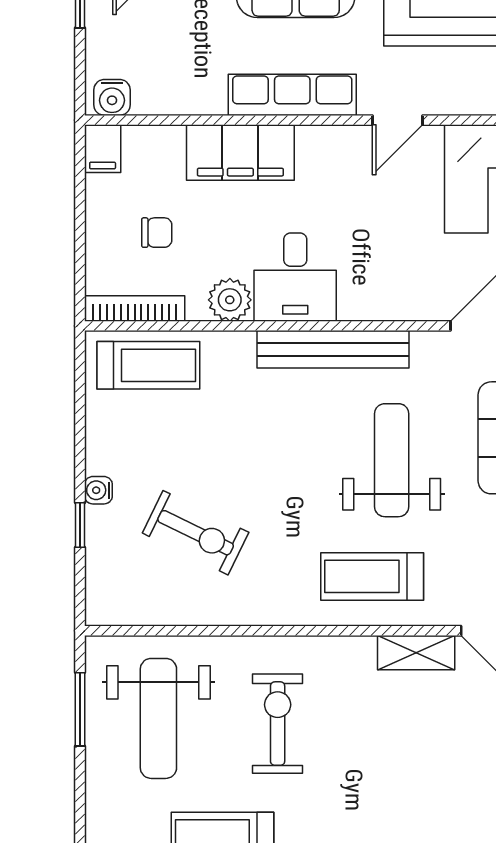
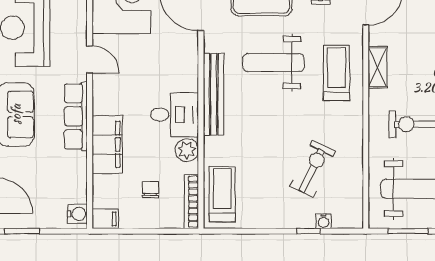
water cooler: (98, 490) -> (324, 221), moved
treadmill: (372, 576) -> (336, 73), turned 180
shelving: (416, 653) -> (378, 67), moved

